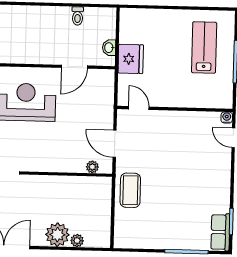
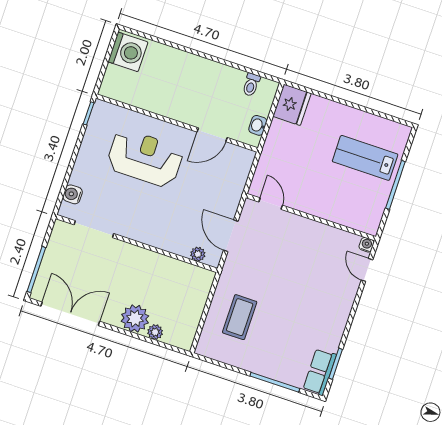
toilet: (78, 16) -> (251, 85), moved
lab bench: (204, 47) -> (365, 158), turned -90
fridge: (131, 59) -> (292, 105), moved
coffee table: (130, 190) -> (240, 317), moved

